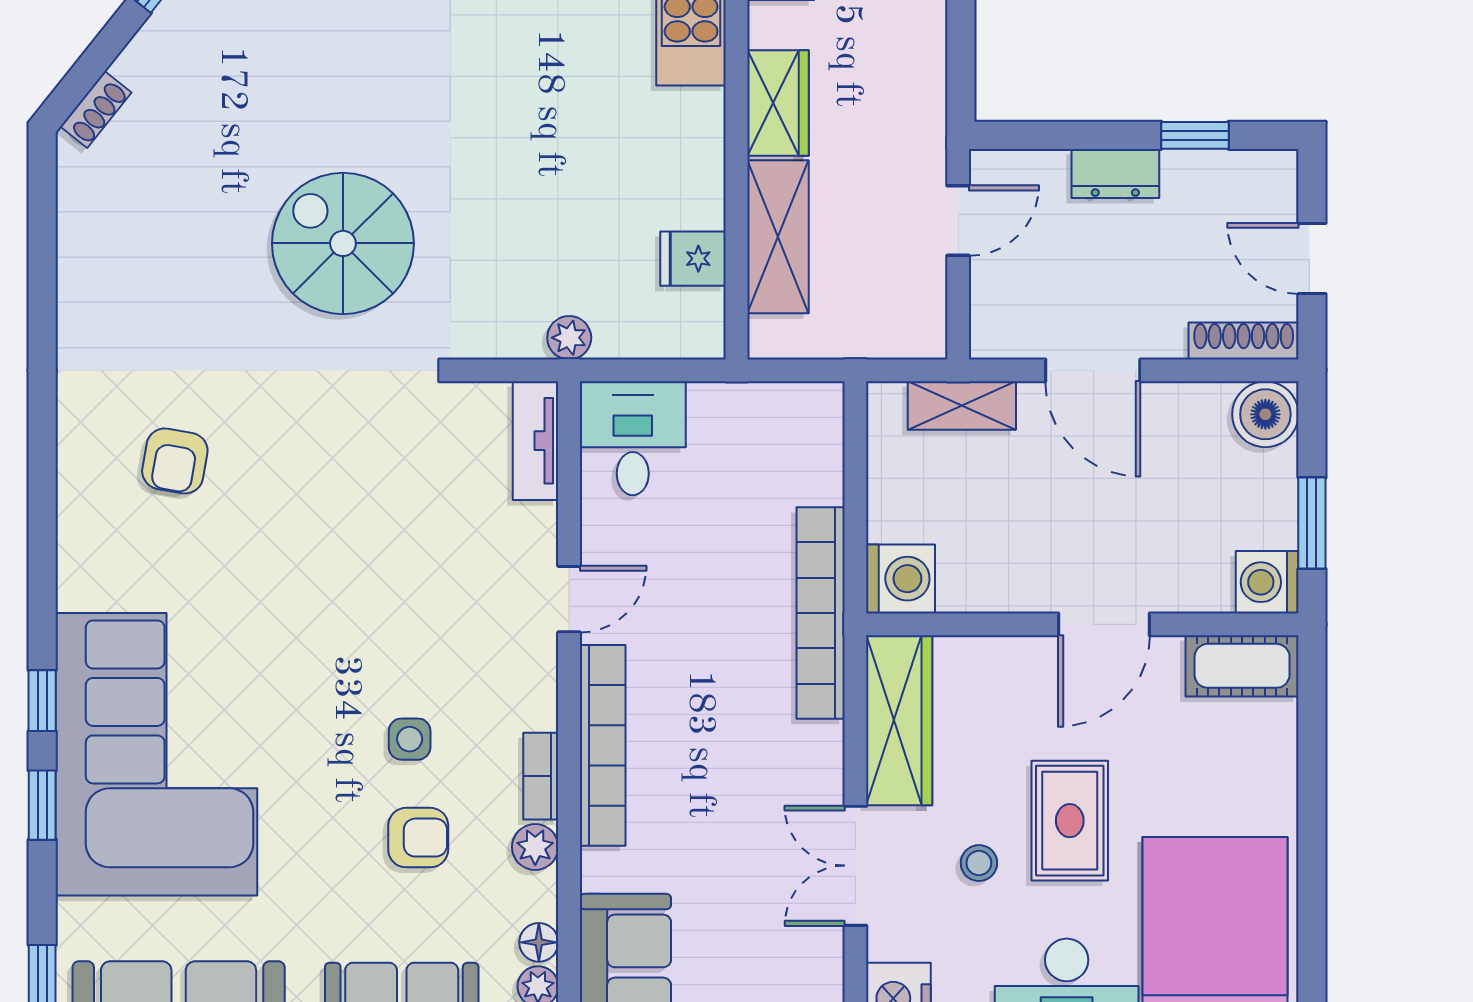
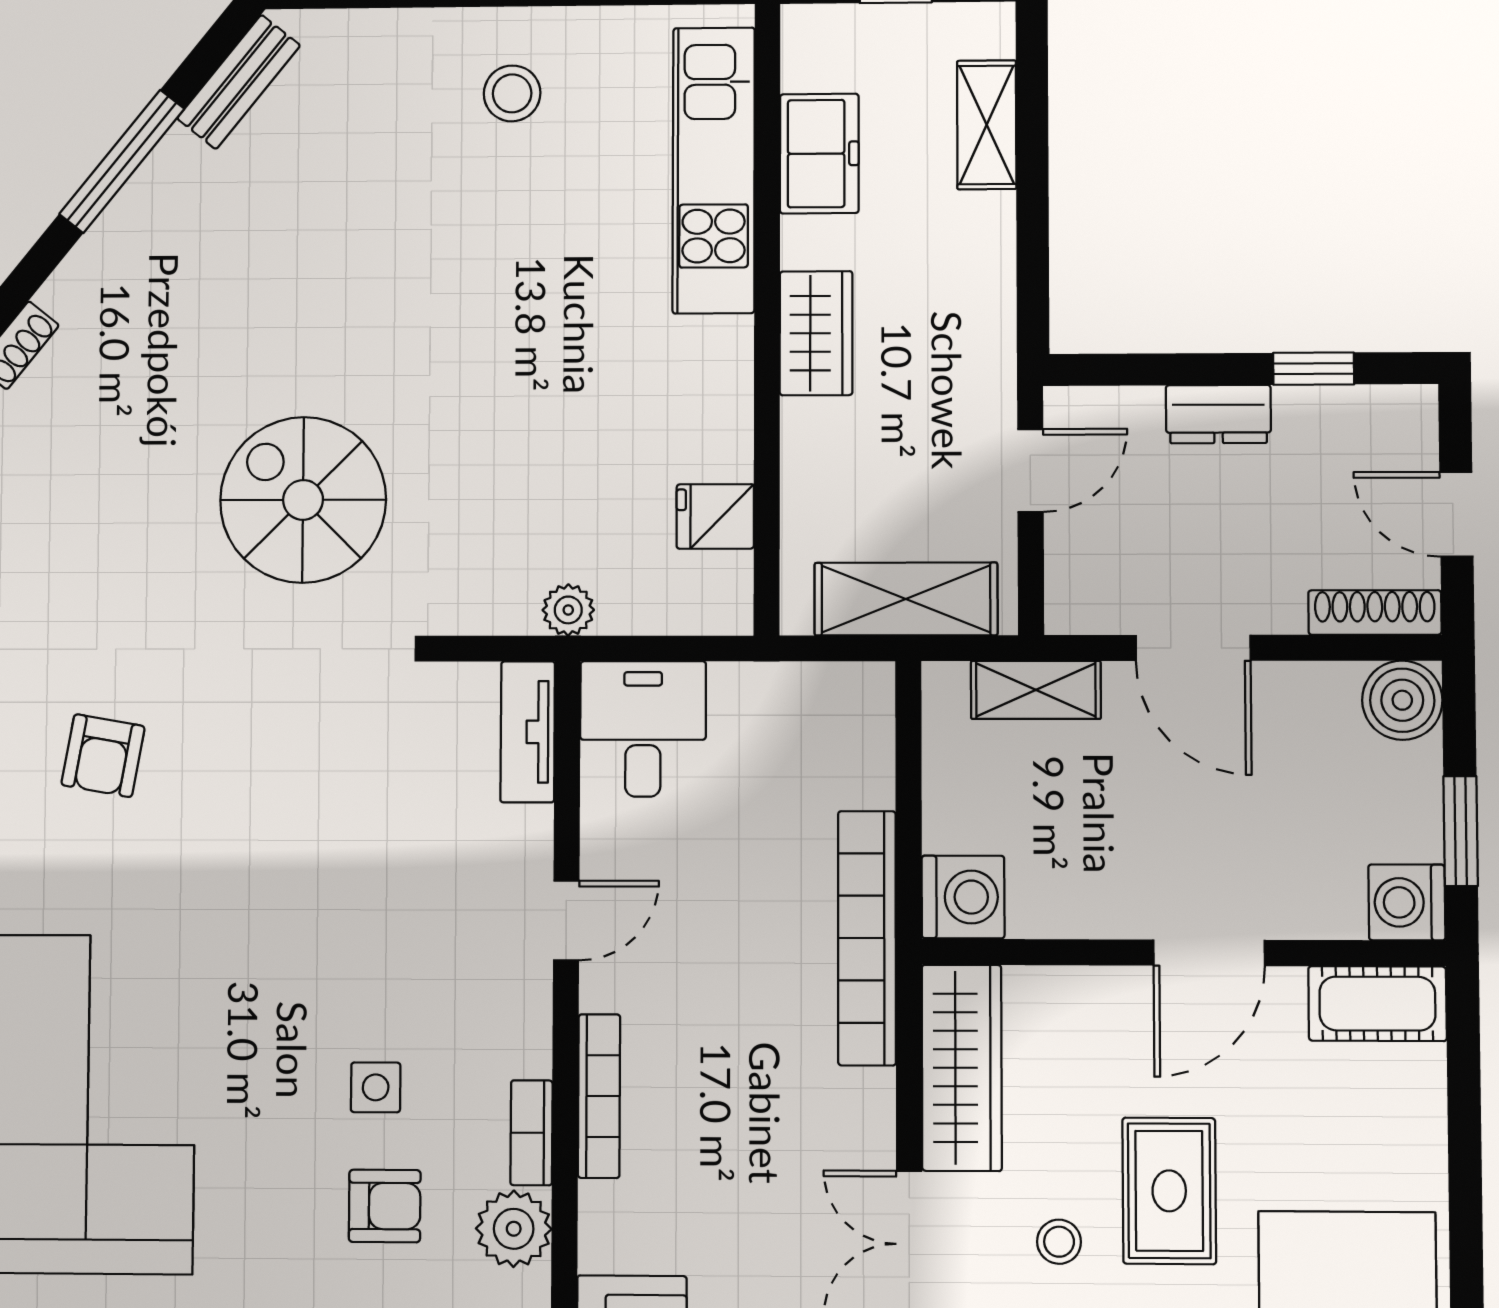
shelving: (778, 237) -> (906, 599), moved, turned 90
bookcase: (603, 745) -> (599, 1096), width x0.68, depth x0.76
plant: (535, 847) -> (514, 1229), width x1.38, depth x1.38

